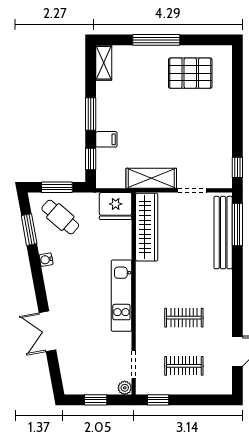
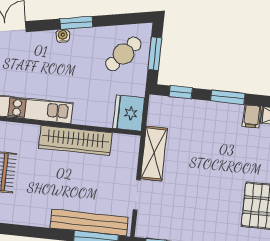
filing cabinet: (106, 139) -> (252, 116), moved
wardrobe: (147, 227) -> (75, 140), moved
window: (29, 230) -> (77, 23), moved
water cooler: (46, 260) -> (63, 36), moved

